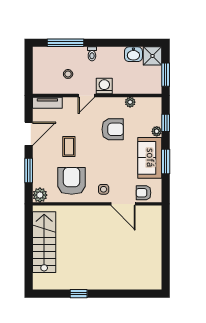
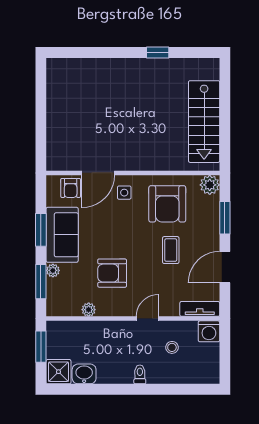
window: (65, 43) -> (175, 389), removed
washing machine: (104, 86) -> (209, 331), moved
window: (166, 123) -> (41, 282), width x1.50
armchair: (143, 193) -> (71, 188), turned 90
door: (123, 204) -> (98, 173), swing flipped

